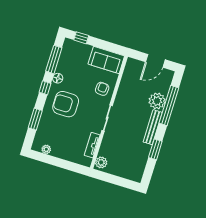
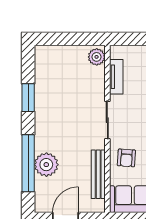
bench: (153, 127) -> (98, 174), moved

